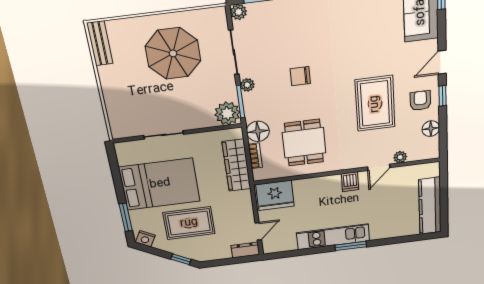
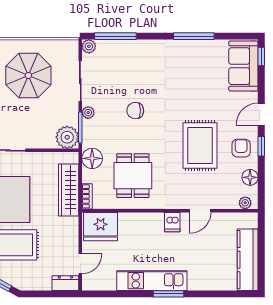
bookcase: (255, 156) -> (87, 196), moved
plant: (400, 157) -> (245, 203), moved

